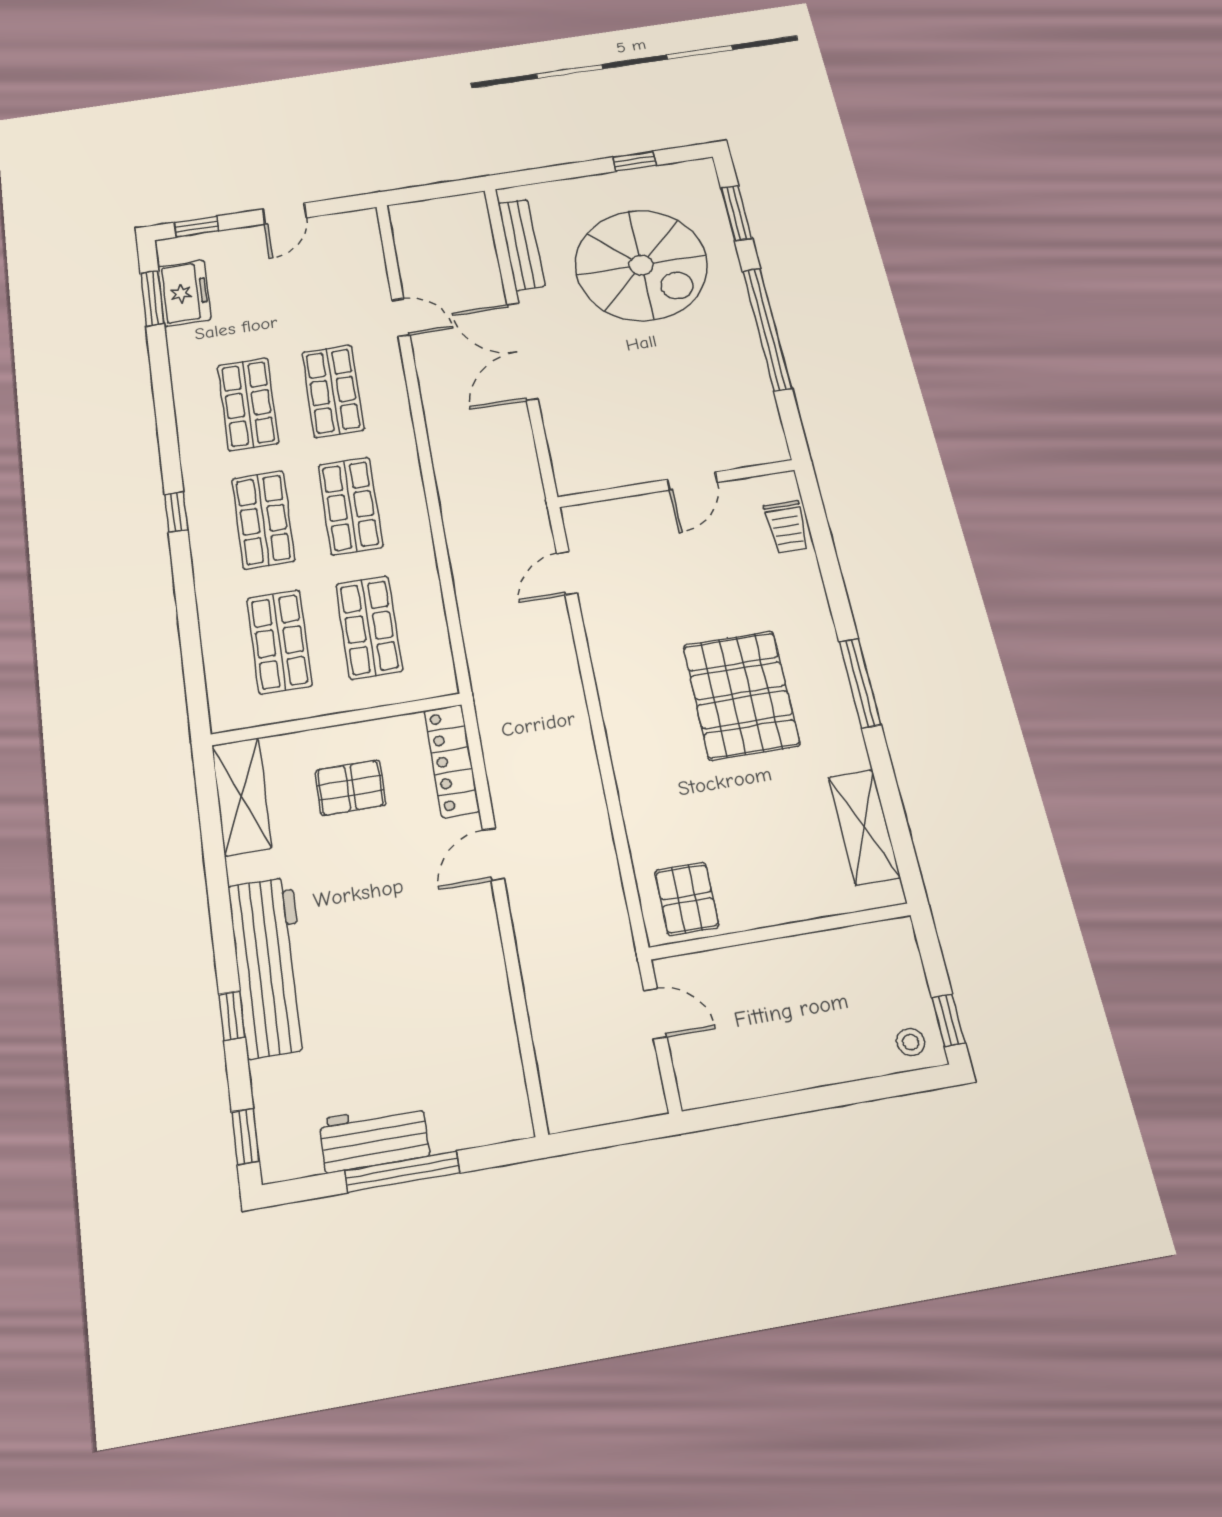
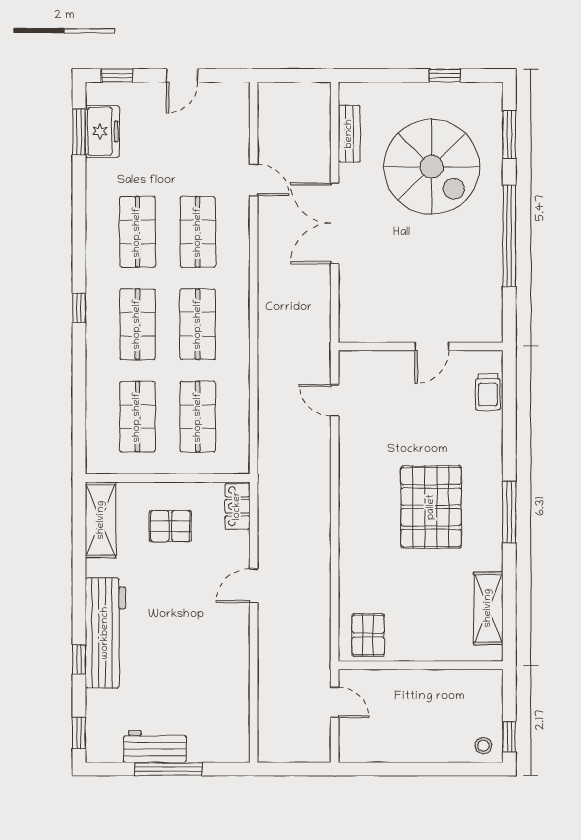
bench: (521, 245) -> (349, 134), width x0.73
door: (567, 573) -> (335, 400), hinge flipped
locker: (452, 761) -> (237, 506), width x0.66

